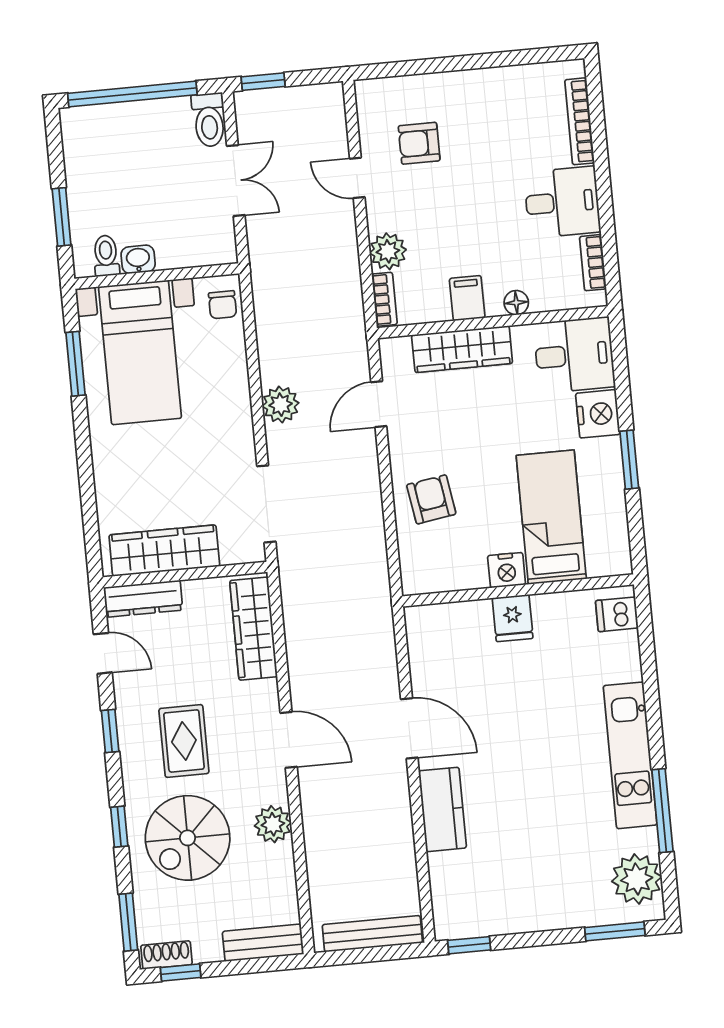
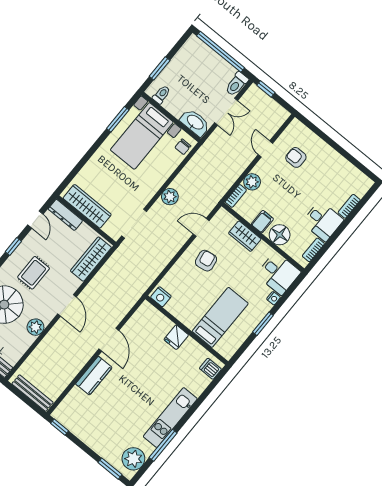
bookcase: (579, 121) -> (349, 206), width x0.64
washbasin: (138, 259) -> (195, 123), moved, width x1.91, depth x1.45
floor lamp: (516, 303) -> (280, 235), width x1.89, depth x1.89
wardrobe: (462, 349) -> (245, 236), width x0.67
nightstand: (598, 414) -> (273, 298), width x0.53, depth x0.56
armchair: (431, 499) -> (206, 261), moved
nightstand: (507, 570) -> (161, 297), moved

